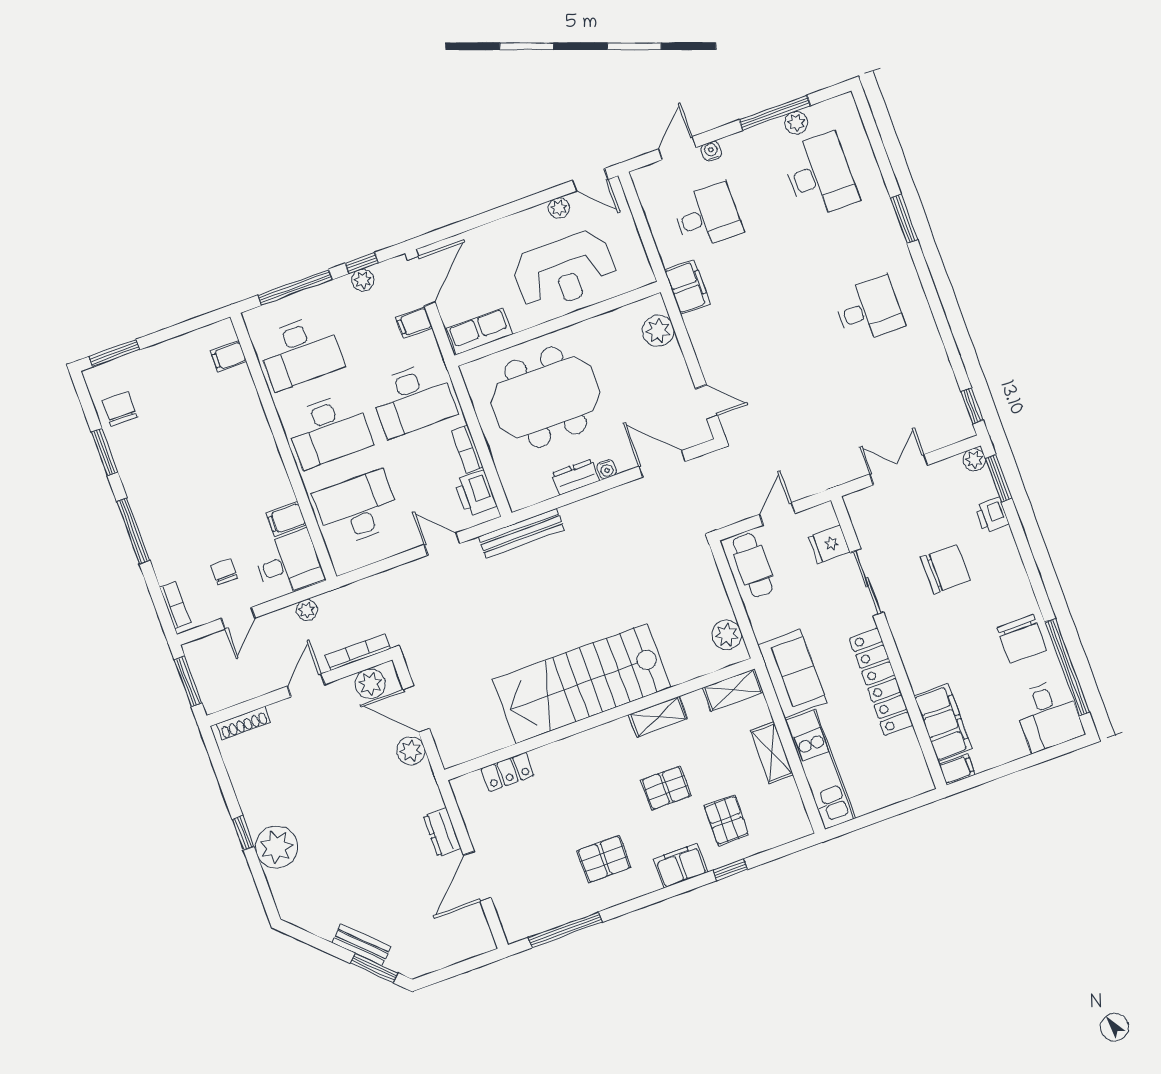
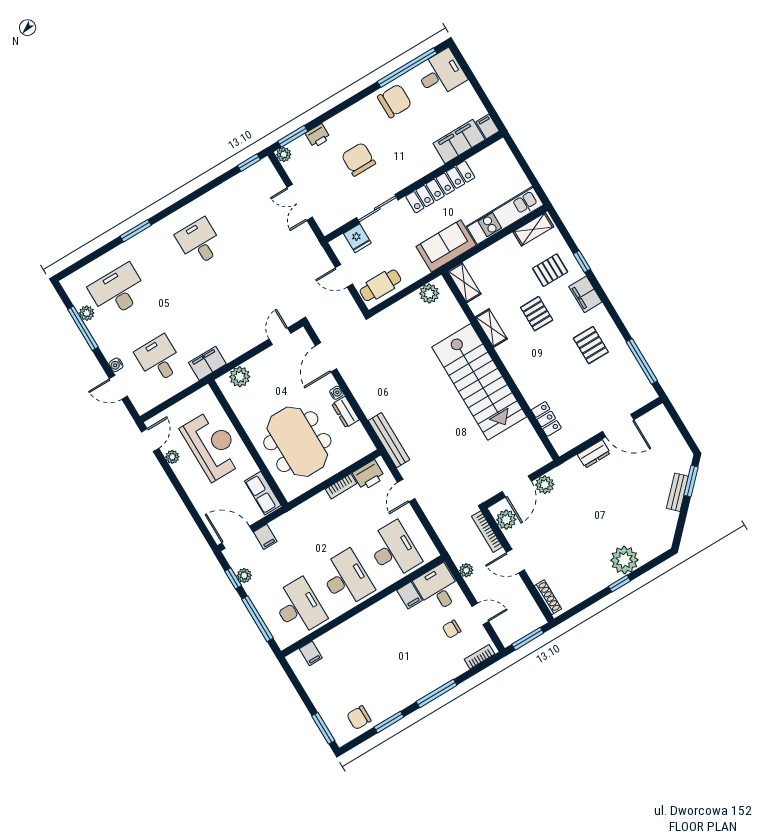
desk: (413, 399) -> (316, 528), removed
desk: (357, 508) -> (394, 550), turned 180
shelving: (772, 753) -> (533, 229), moved

